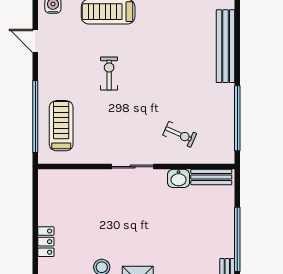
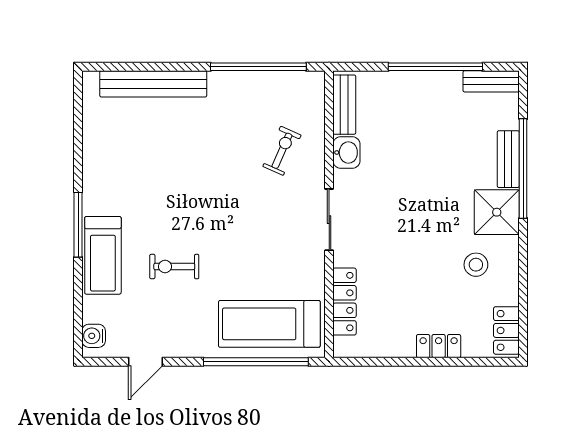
exercise bike: (109, 73) -> (174, 267), moved
treadmill: (61, 126) -> (269, 324), width x1.37, depth x1.38
locker: (76, 177) -> (344, 302), added

